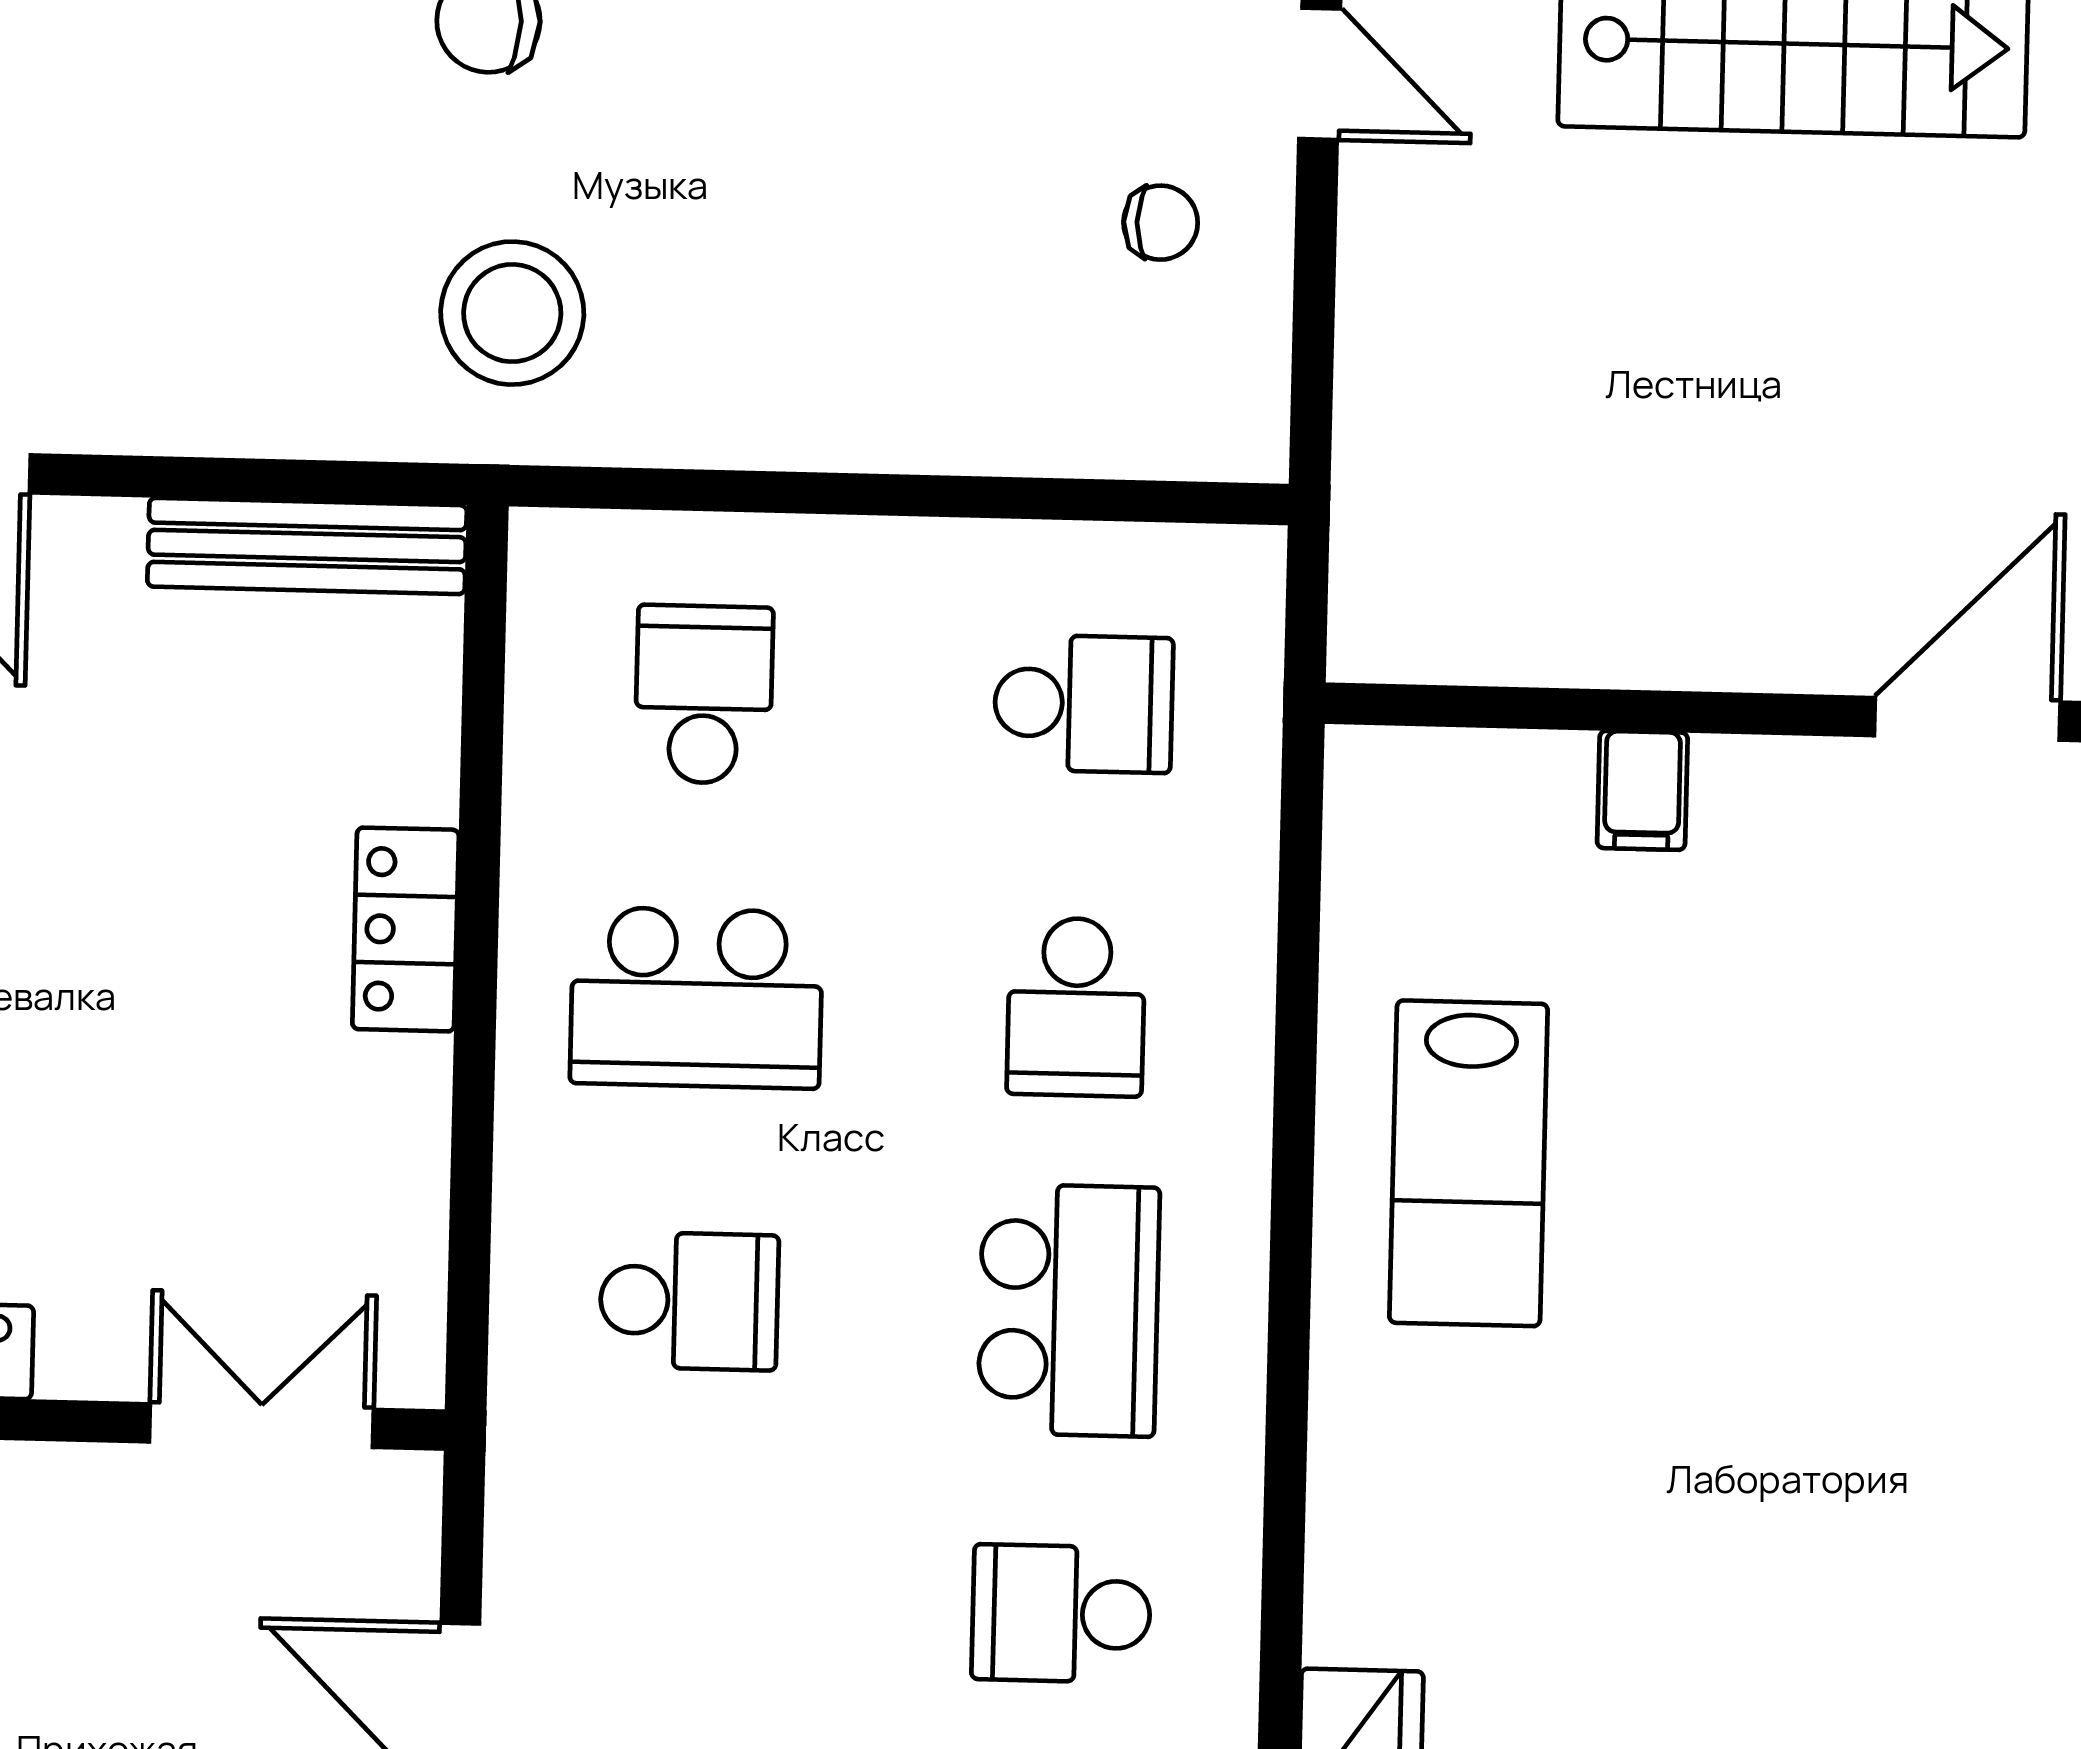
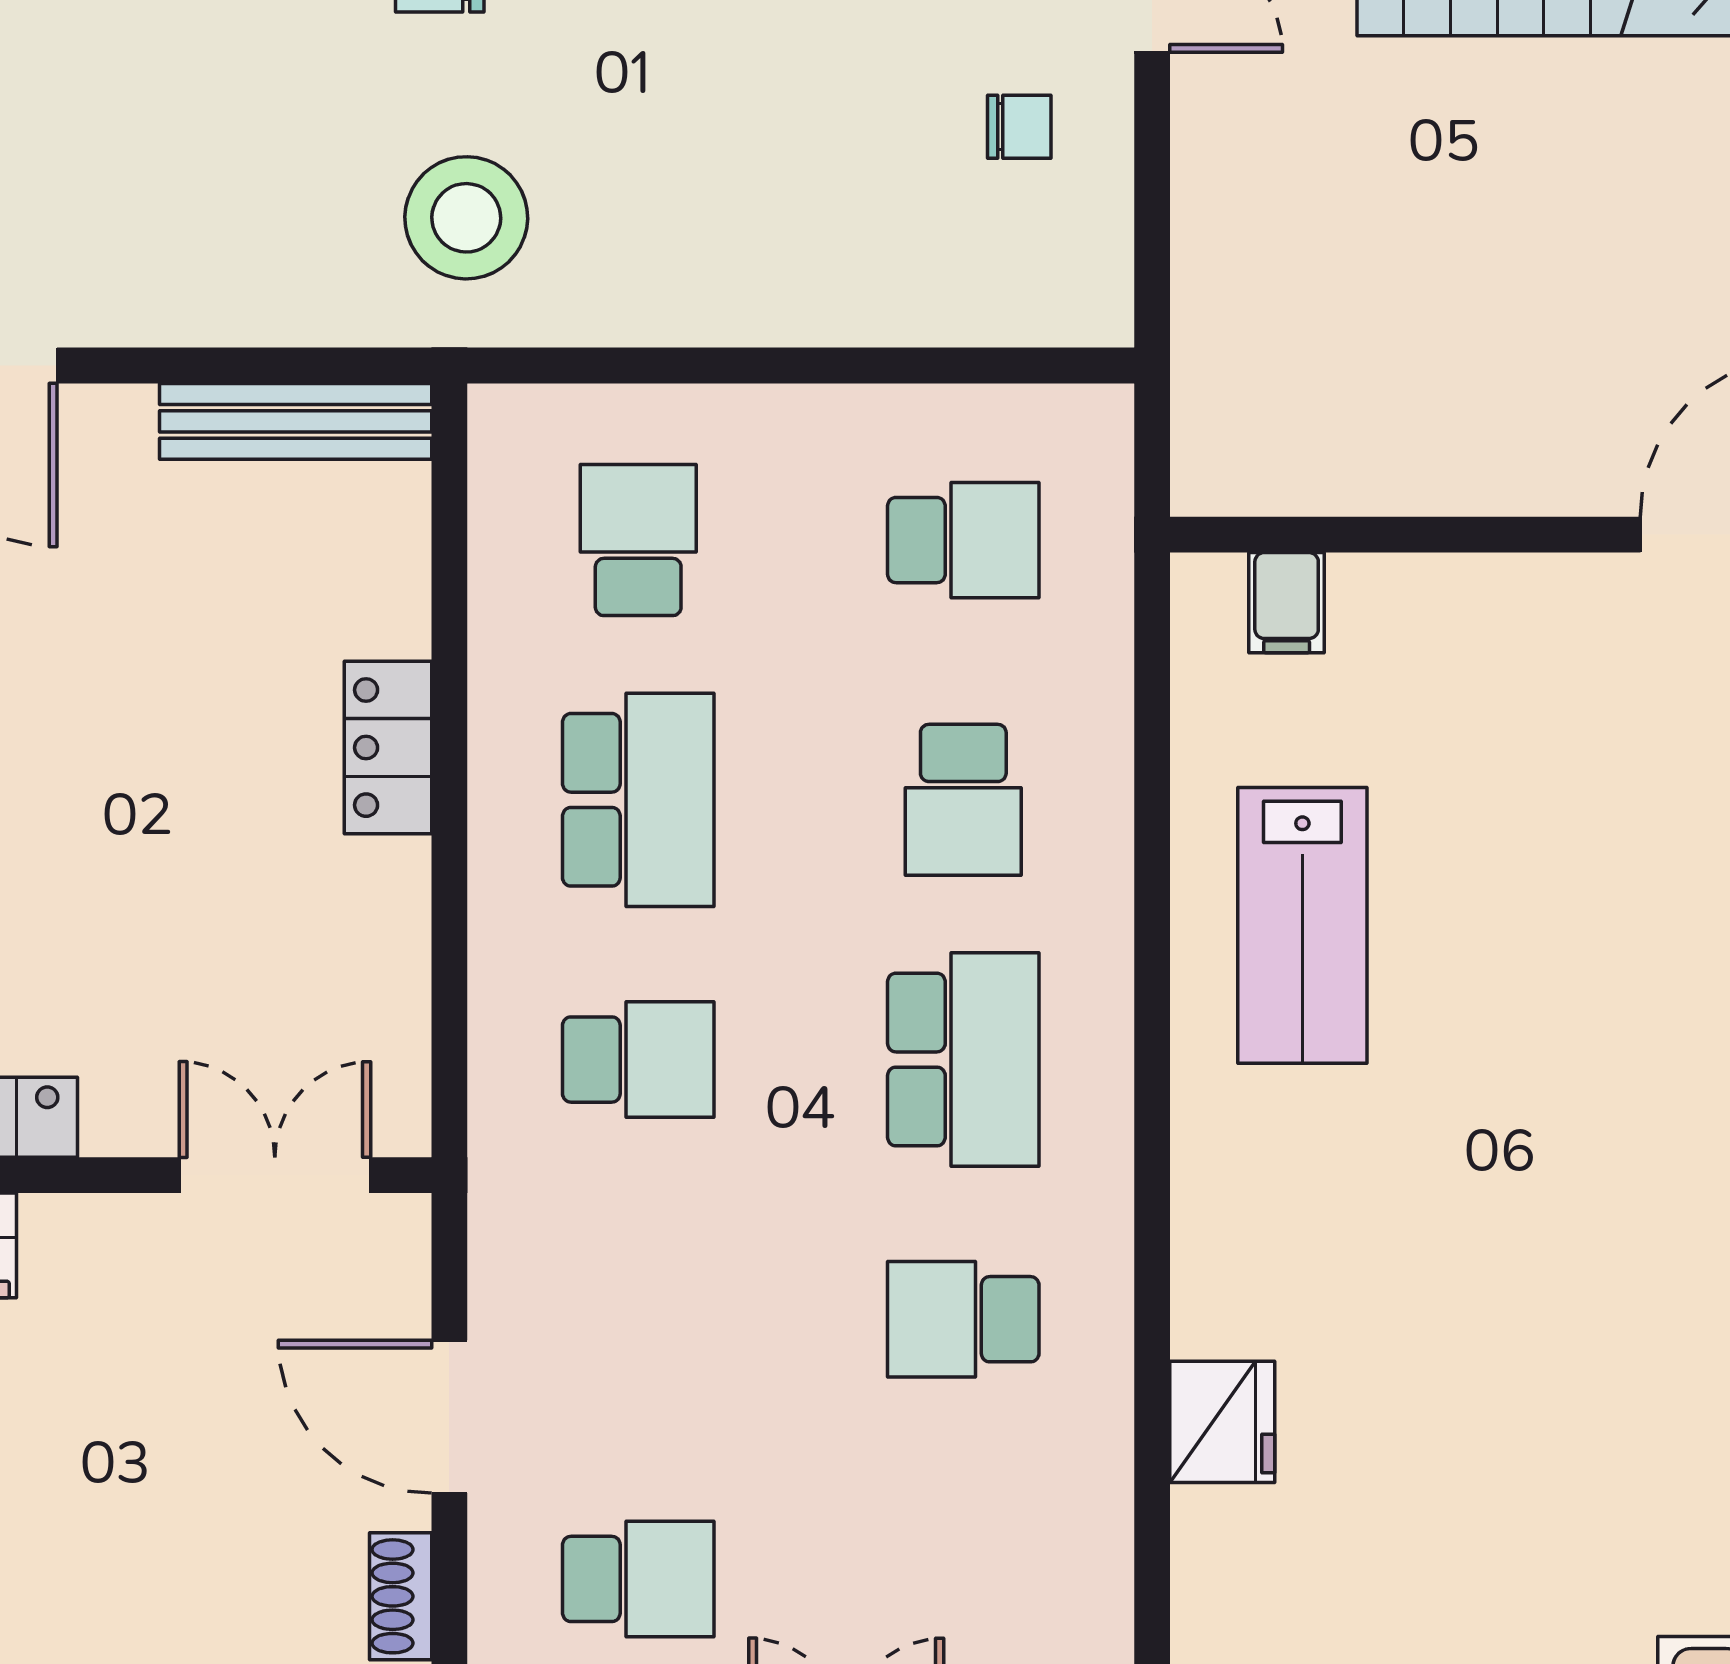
filing cabinet: (1642, 790) -> (1287, 603), moved
school desk: (696, 998) -> (638, 800), turned -90

